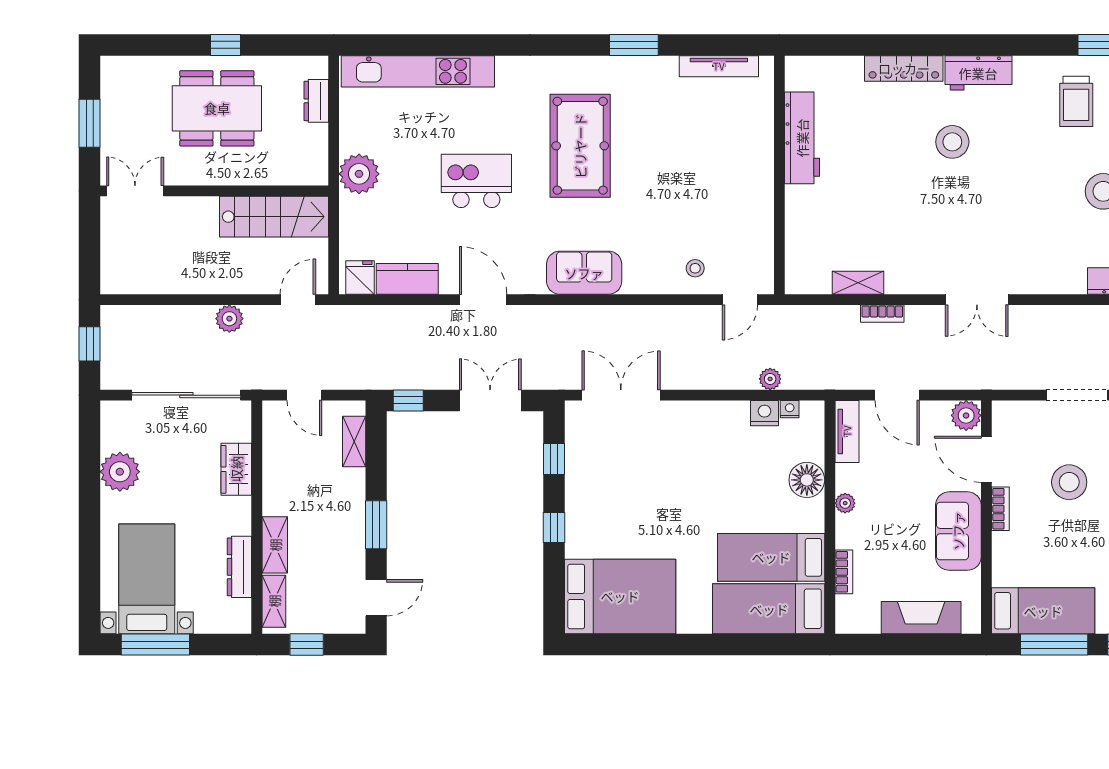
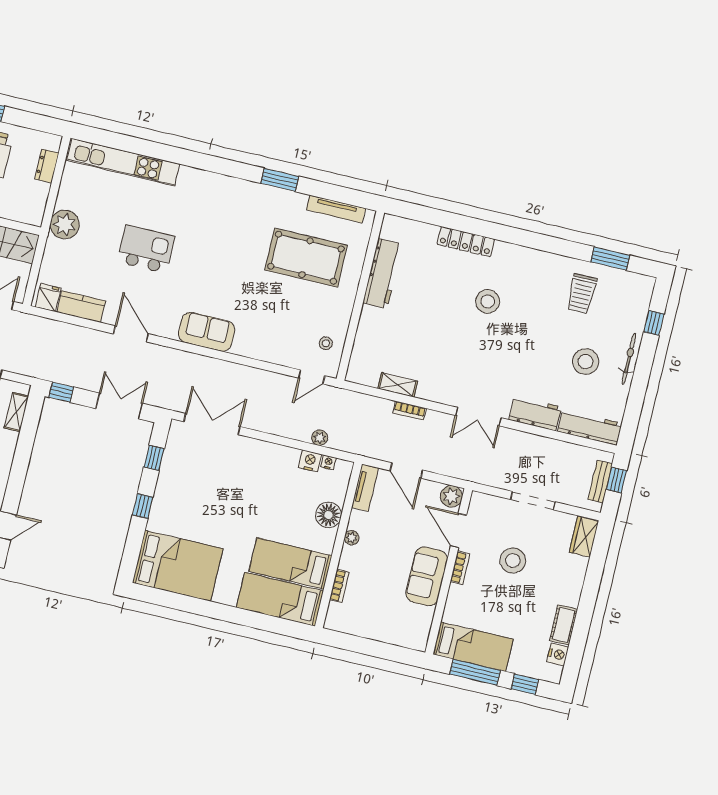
workbench: (978, 73) -> (535, 413), moved, turned 180
pool table: (580, 146) -> (306, 258), moved, turned 90
stool: (695, 268) -> (326, 343), moved
window: (376, 525) -> (18, 474), removed
fireplace: (921, 618) -> (386, 631), removed

